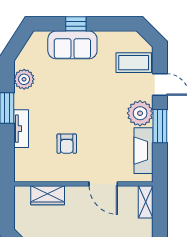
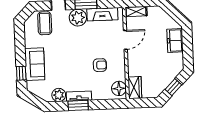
window: (76, 24) -> (21, 73), moved
tv unit: (21, 129) -> (79, 96), moved
floor lamp: (30, 171) -> (119, 88), added
wardrobe: (48, 195) -> (135, 88), moved

